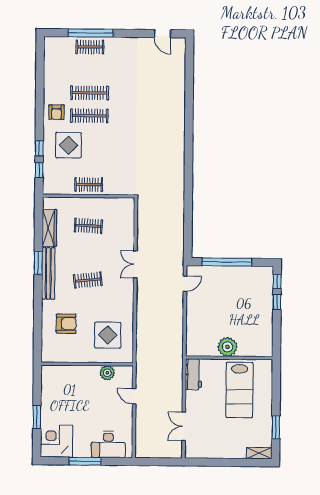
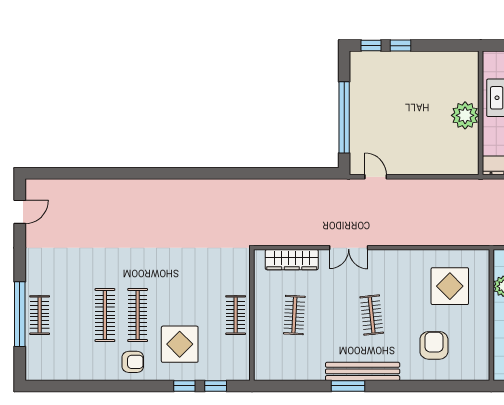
wardrobe: (49, 228) -> (292, 260), moved, turned 180

